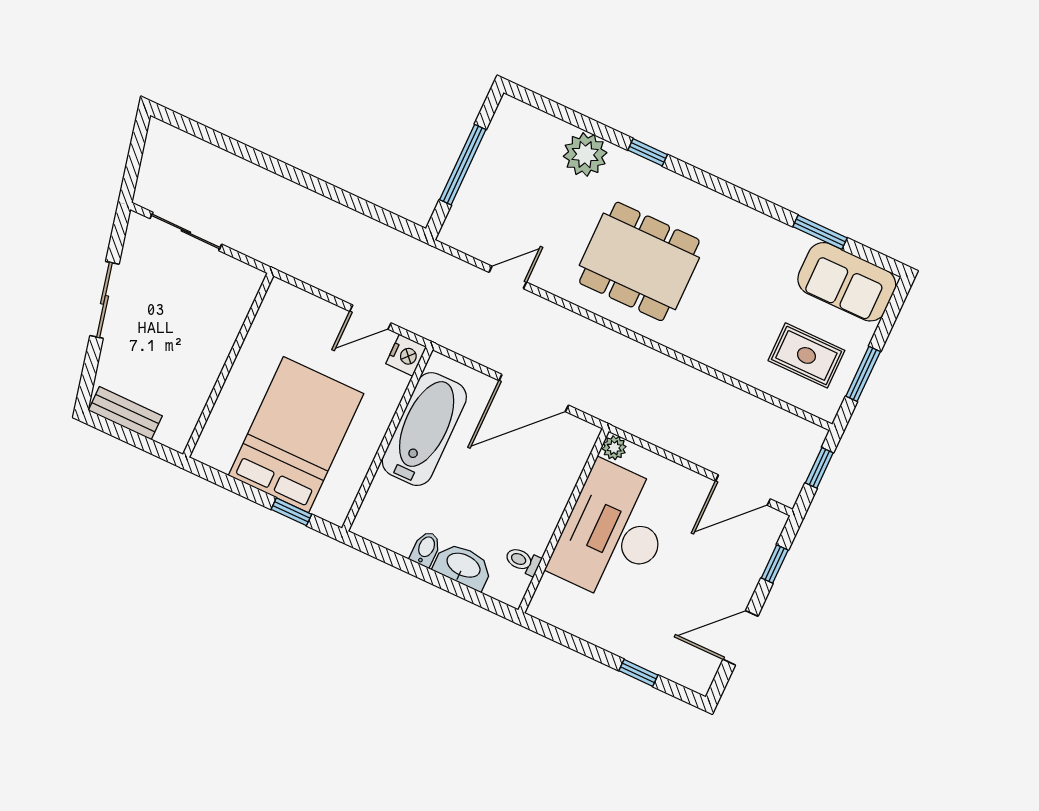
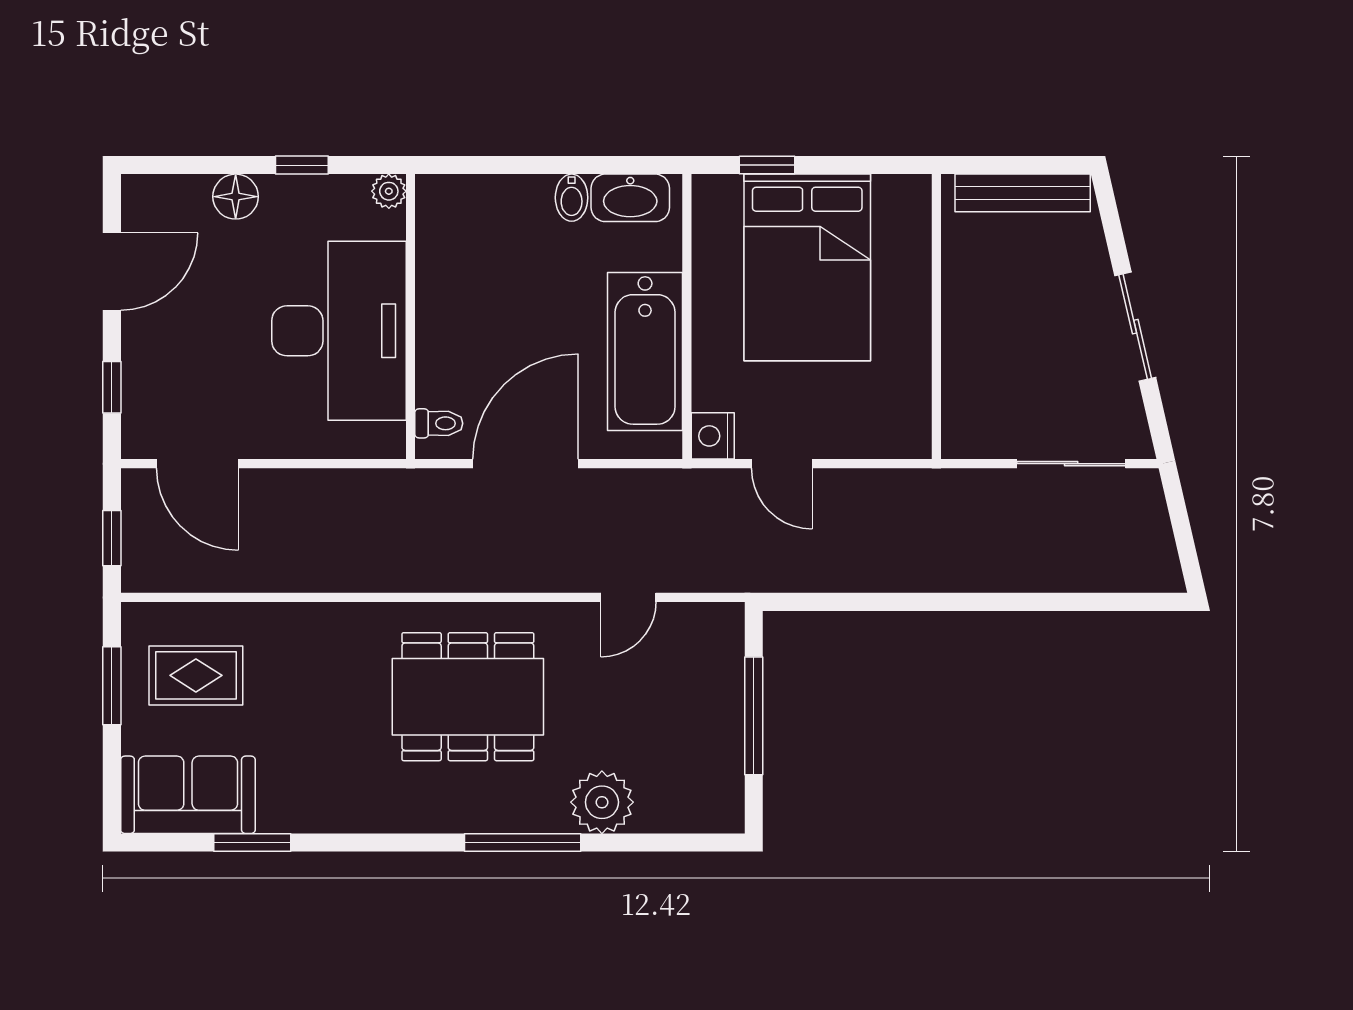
window: (648, 152) -> (523, 843), width x2.17
door: (370, 317) -> (782, 464), swing flipped
bench: (125, 413) -> (1023, 193), width x1.36
plant: (614, 448) -> (389, 191), moved
door: (743, 490) -> (197, 464), swing flipped
toilet: (523, 561) -> (439, 423), moved
washbasin: (463, 566) -> (630, 198), moved
floor lamp: (639, 649) -> (236, 197), added
window: (638, 673) -> (302, 165), moved

